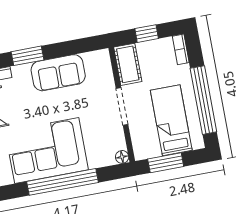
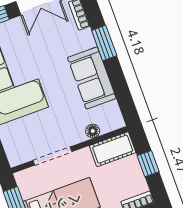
doorway: (122, 106) -> (53, 156), moved
floor lamp: (122, 157) -> (93, 131), moved

